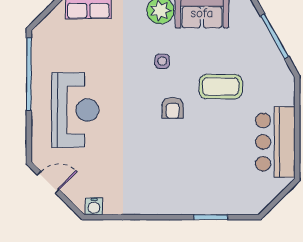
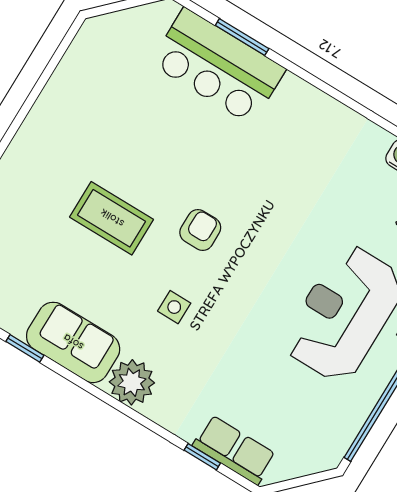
bar counter: (275, 142) -> (218, 66), moved, turned 90

